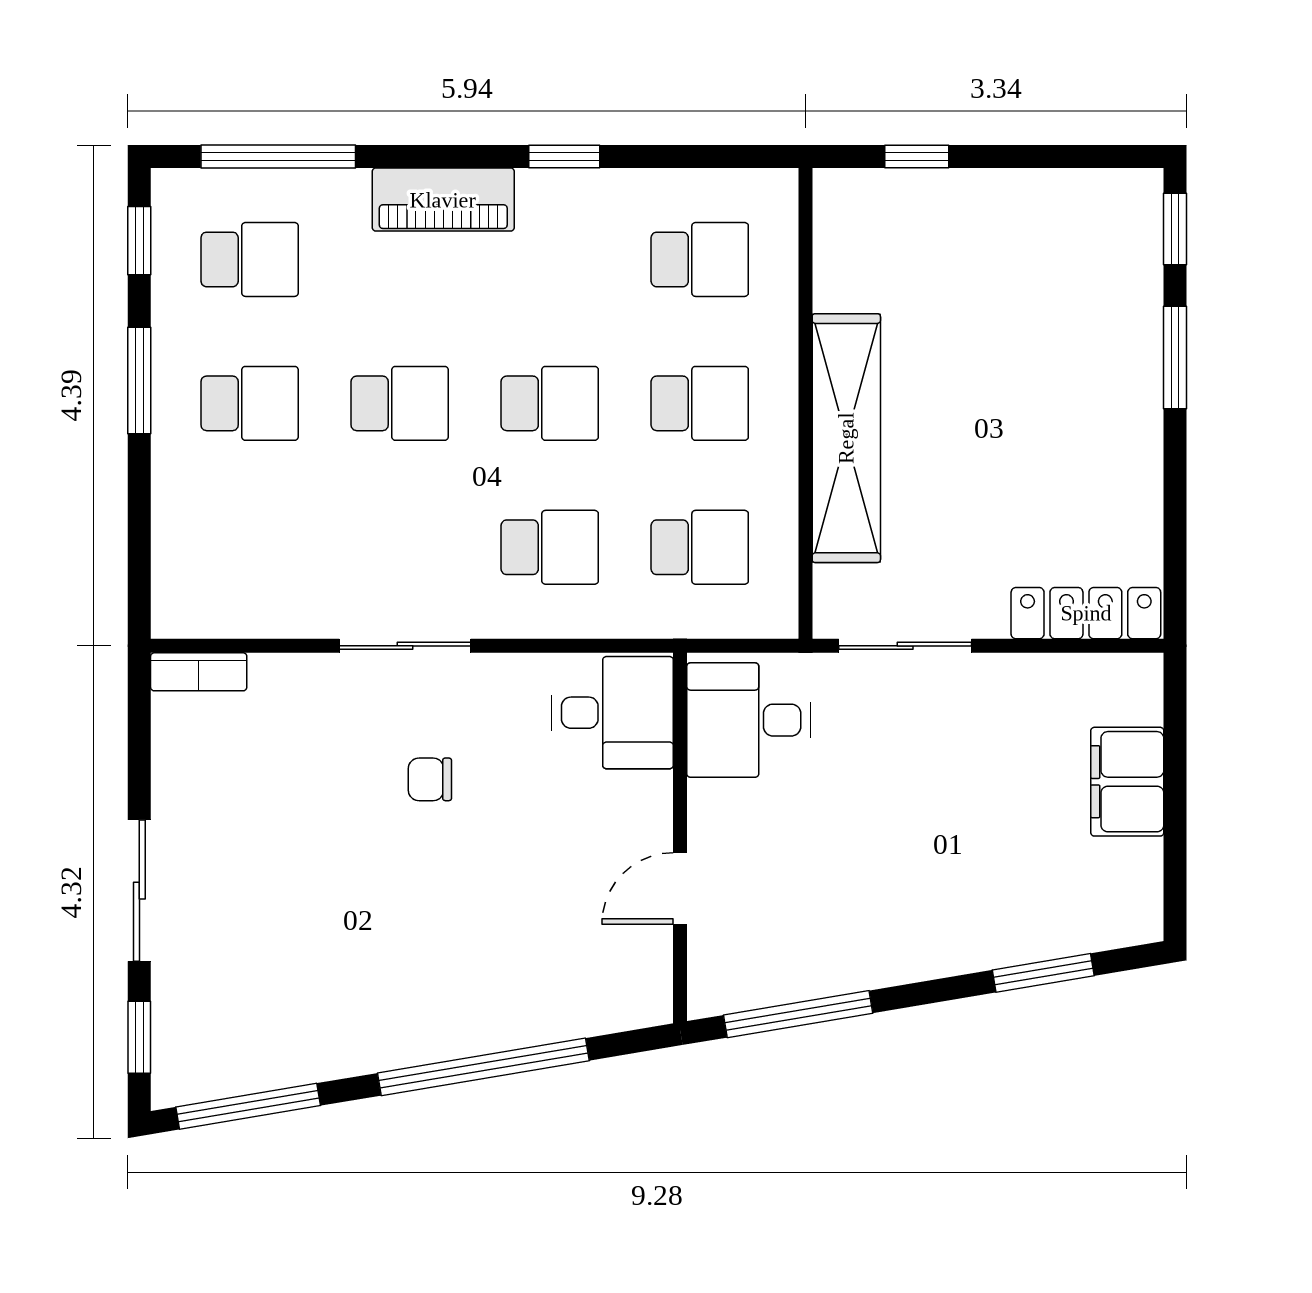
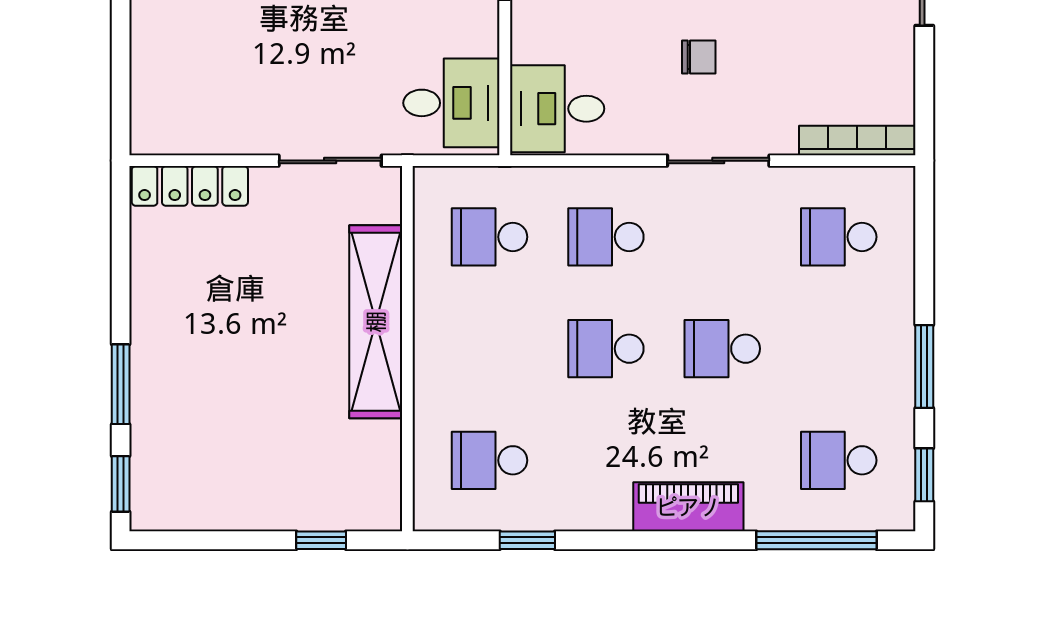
window: (564, 156) -> (527, 540), moved
school desk: (250, 403) -> (839, 237), moved
school desk: (700, 403) -> (489, 349), removed
bookcase: (199, 672) -> (857, 140), width x1.56
filing cabinet: (1127, 782) -> (158, 55), removed

